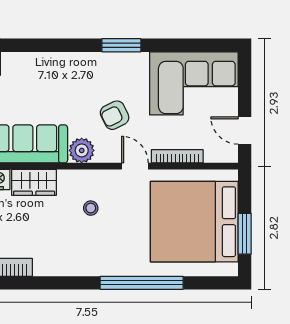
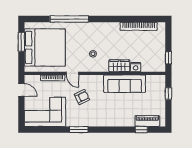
plant: (82, 150) -> (97, 81), removed

